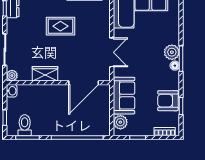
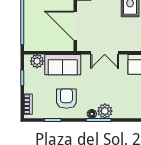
armchair: (168, 101) -> (66, 99), moved

